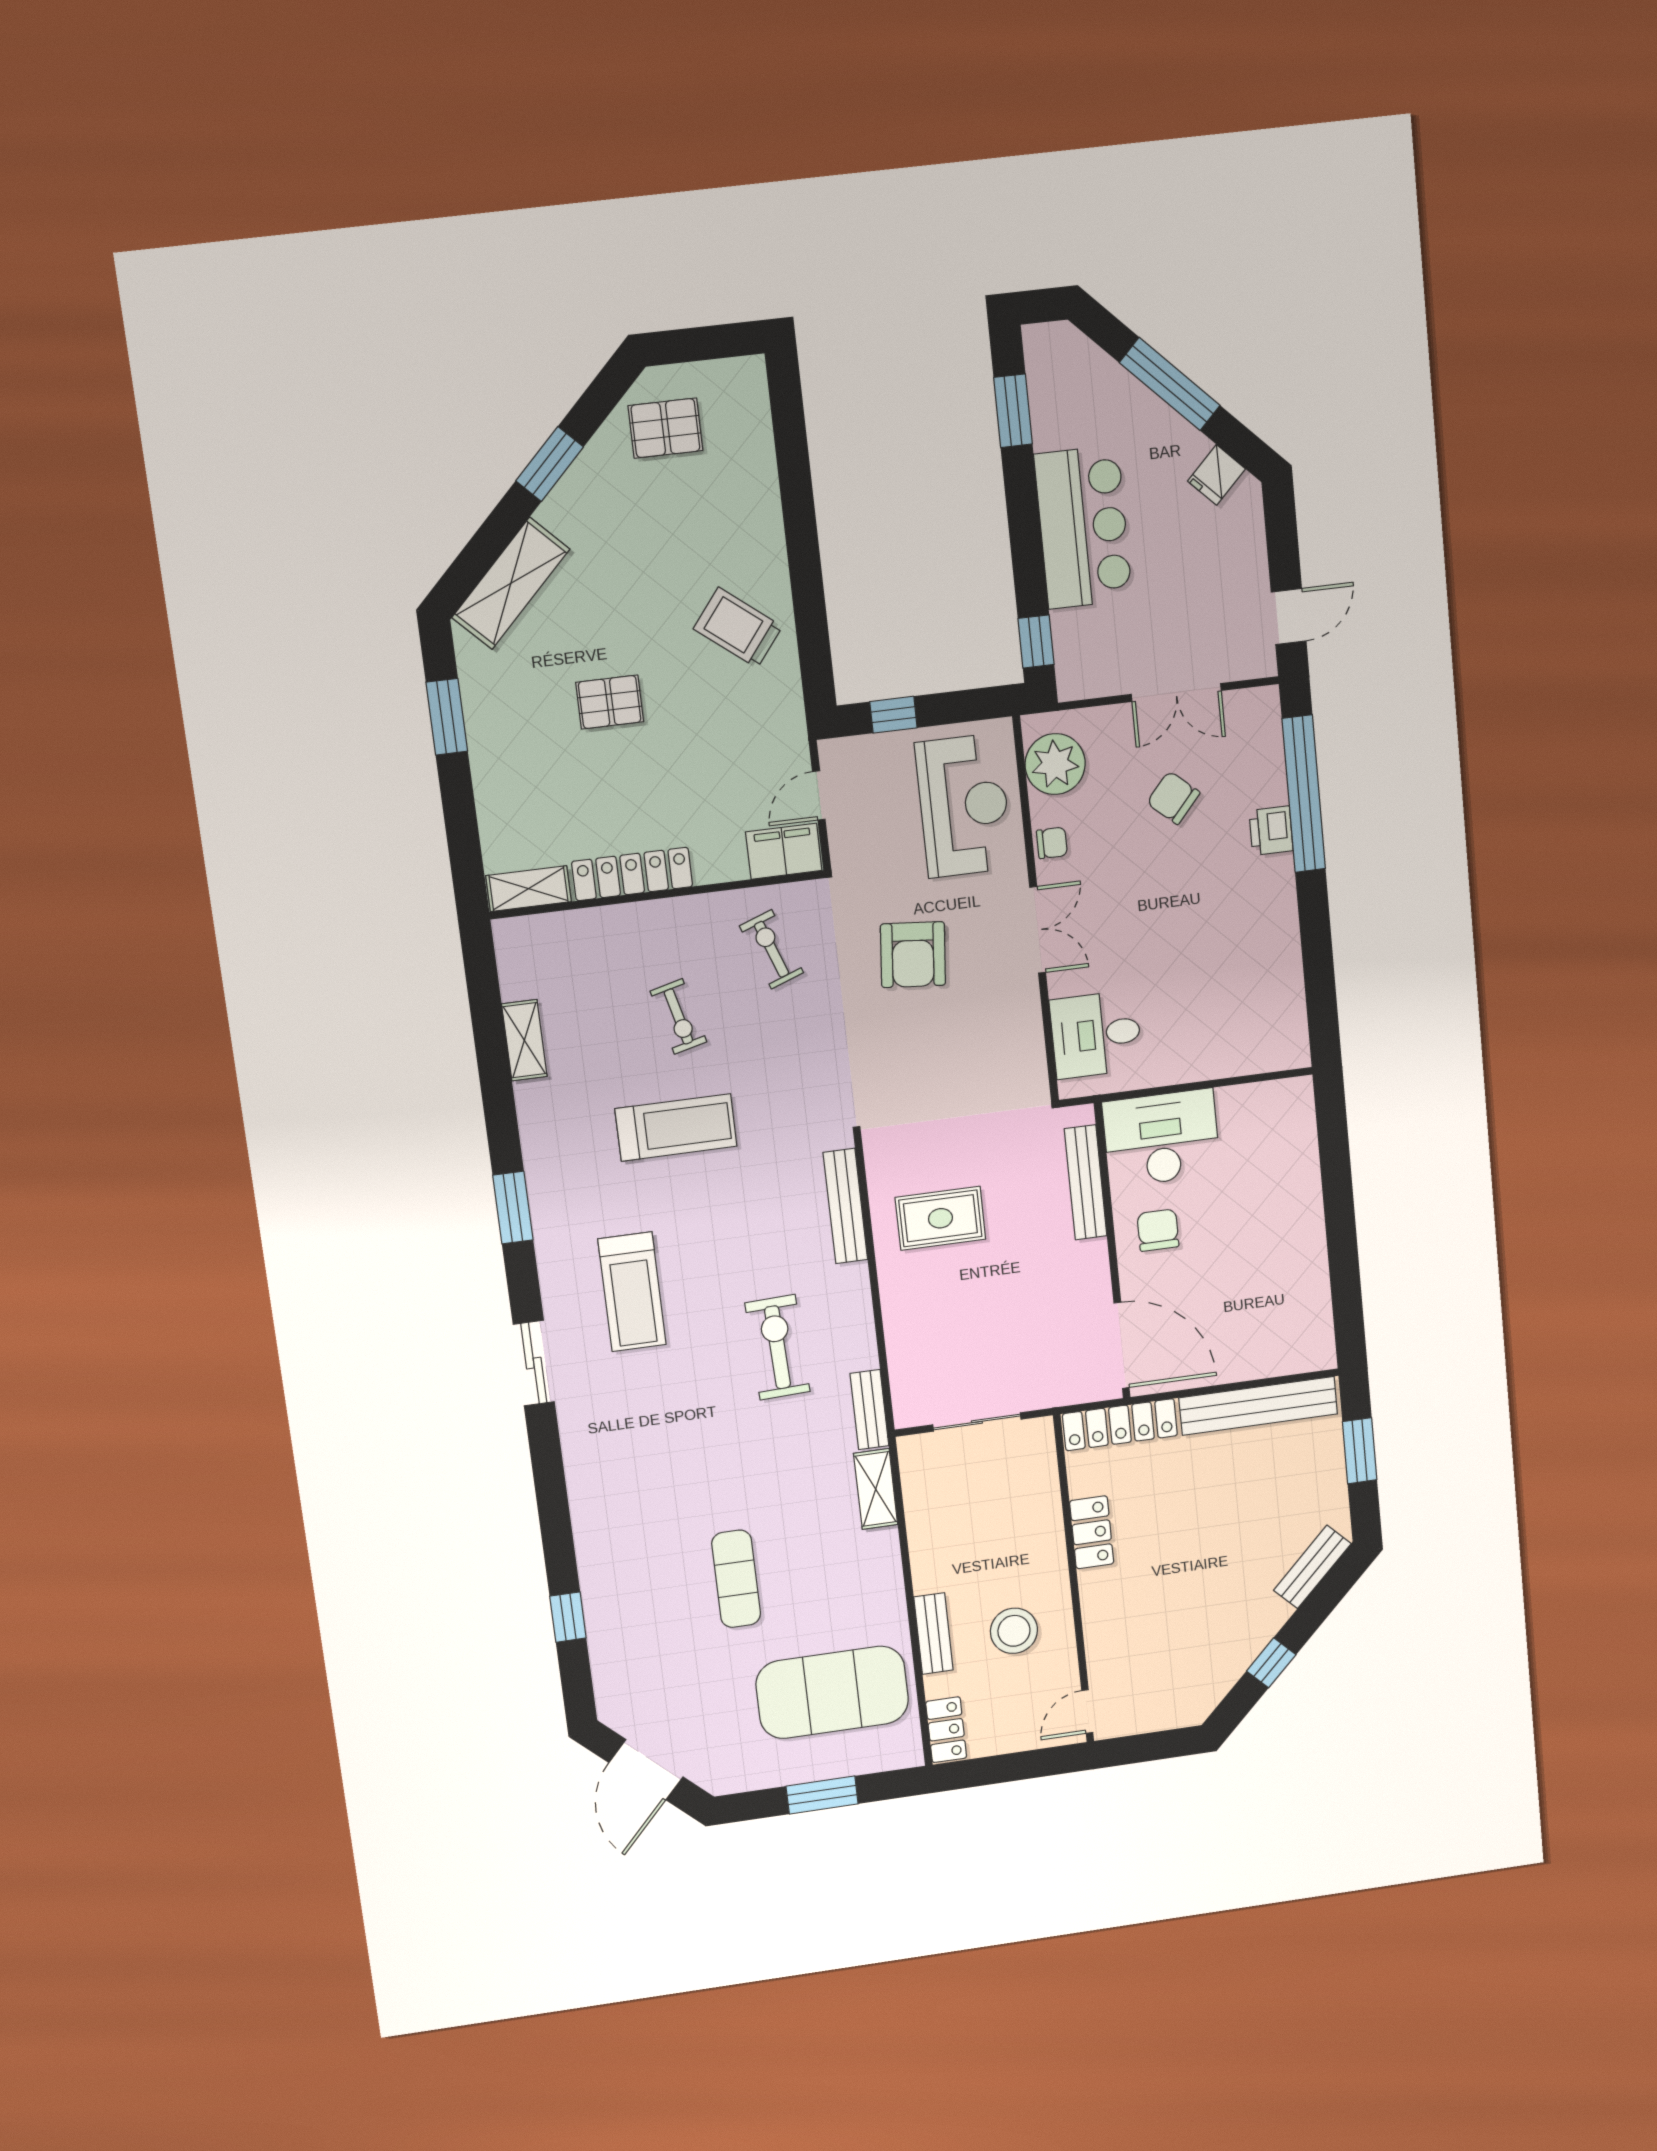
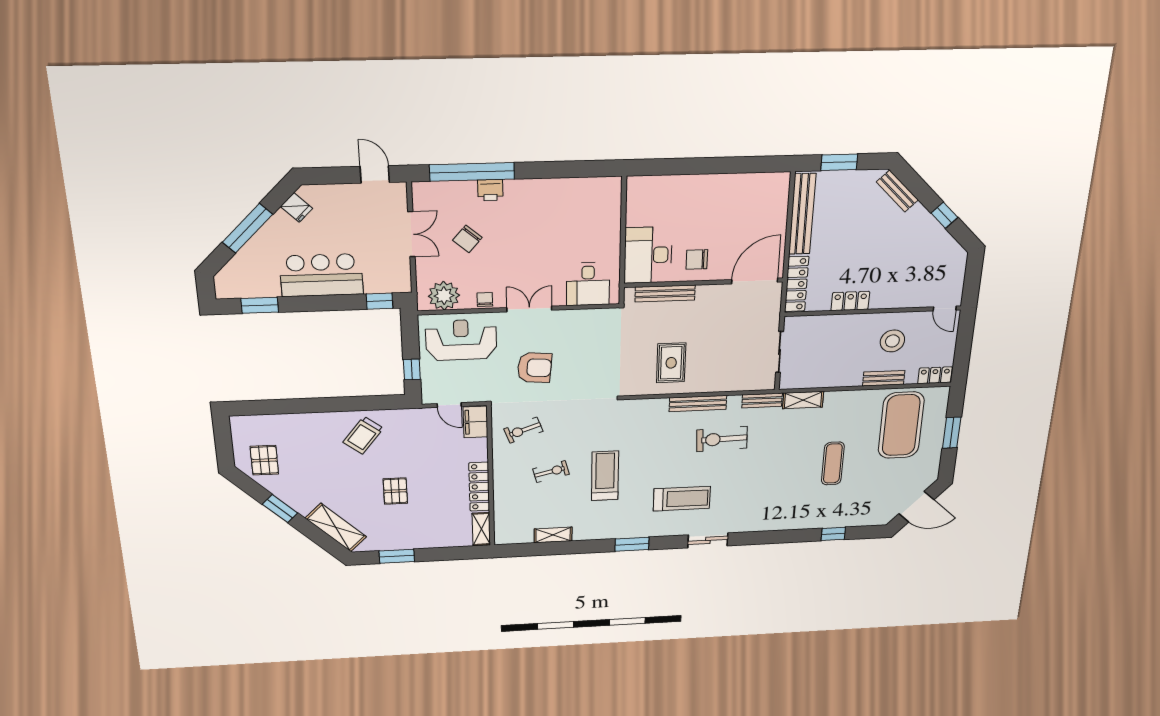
bench: (845, 1206) -> (698, 404), moved
exercise mat: (736, 1579) -> (833, 463), turned 90

